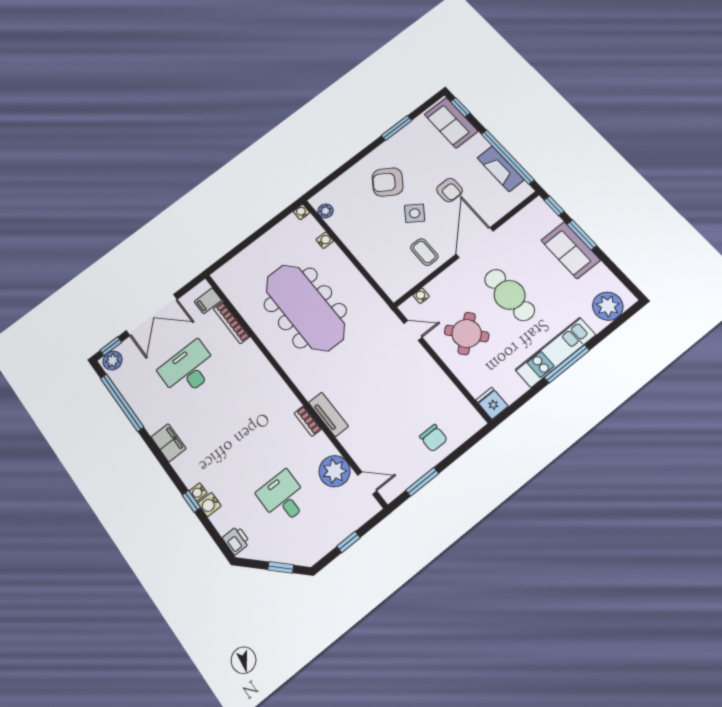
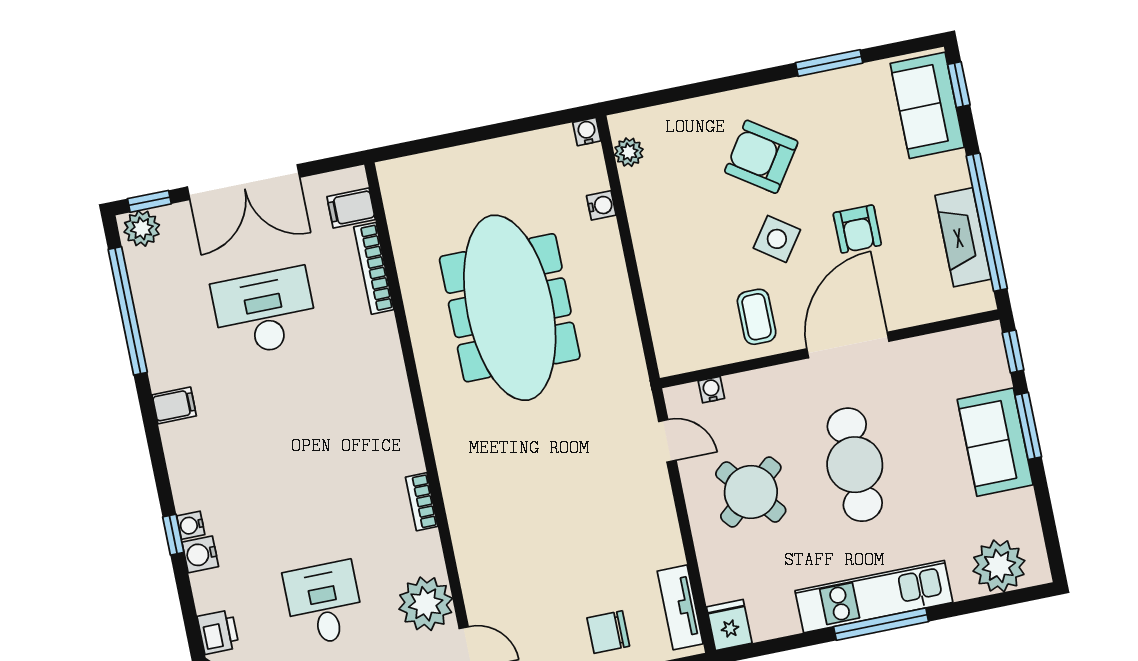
tv unit: (328, 414) -> (680, 607), moved, turned 180
chair: (433, 438) -> (608, 632), turned 90
filing cabinet: (169, 443) -> (174, 405), width x0.50

